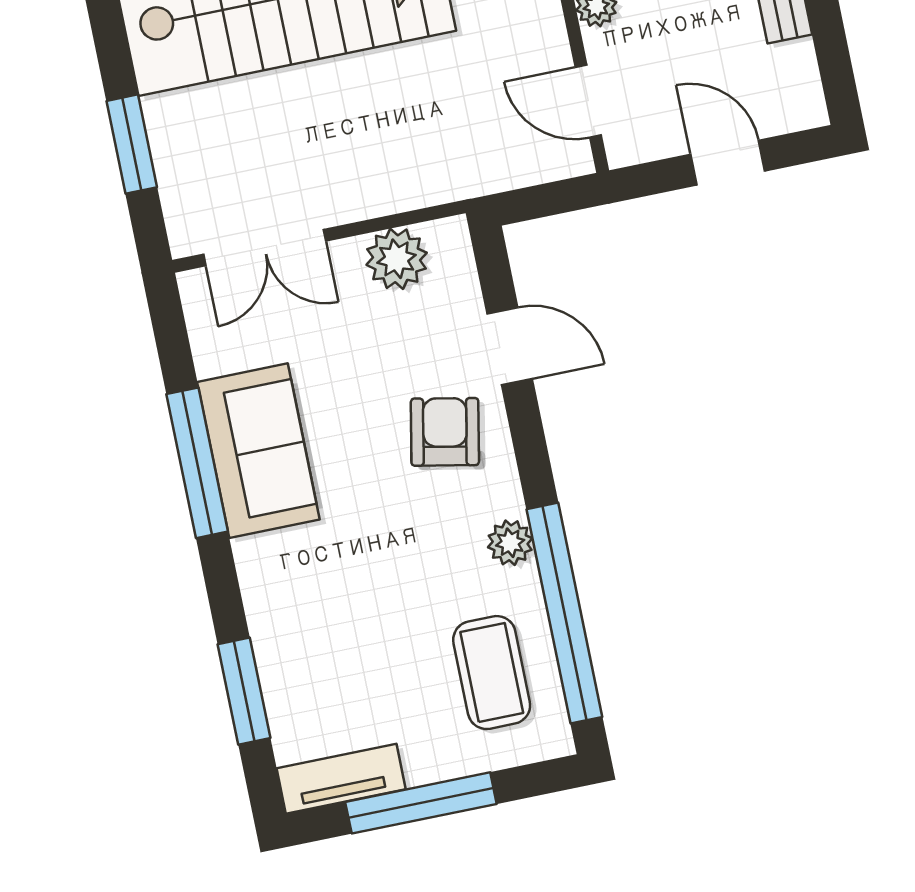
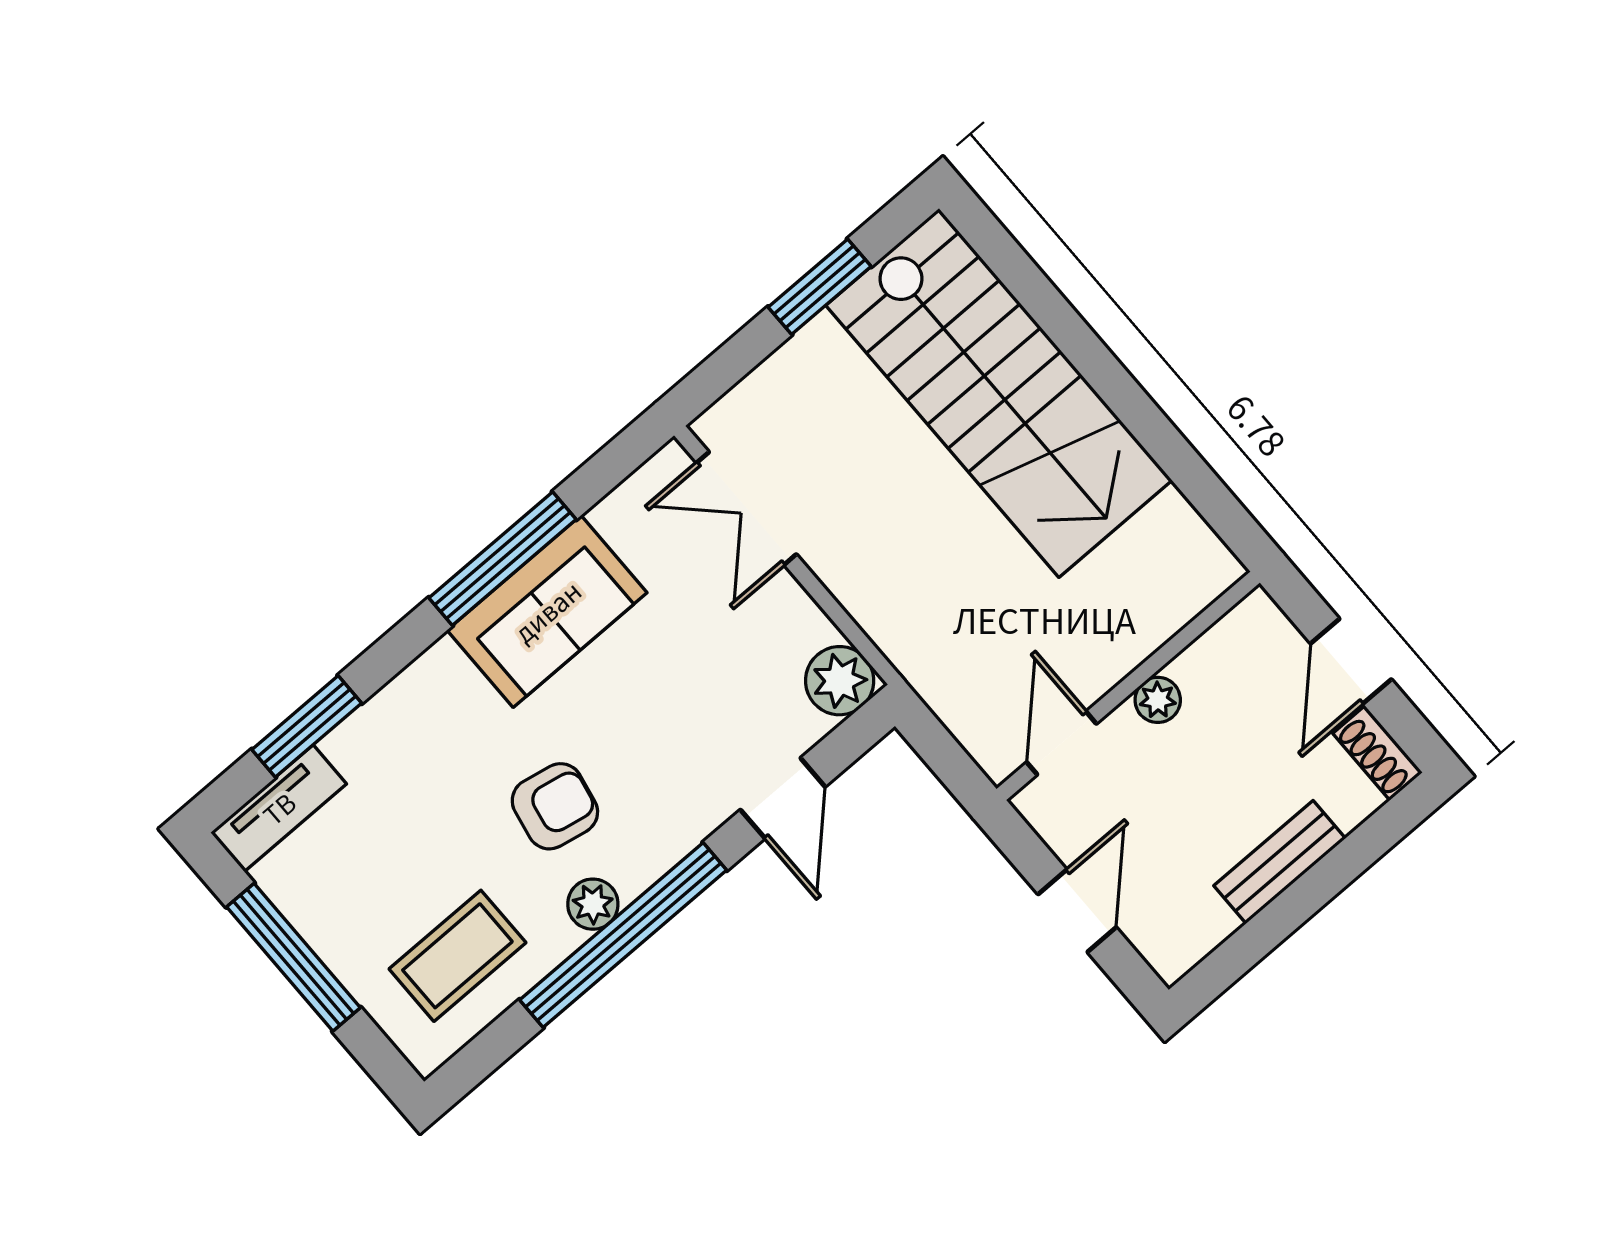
window: (132, 144) -> (820, 287), moved
plant: (397, 259) -> (840, 681), moved
armchair: (445, 432) -> (555, 806), moved
window: (564, 613) -> (623, 935), moved
tv unit: (341, 779) -> (279, 808), moved, turned 90

